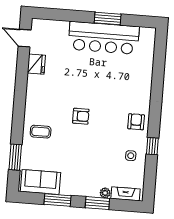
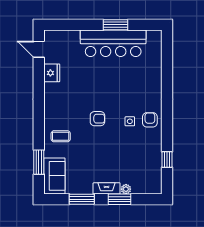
window: (152, 146) -> (167, 160), moved
side table: (131, 156) -> (130, 121), moved
sofa: (41, 182) -> (54, 176), moved, turned 90
fireplace: (126, 194) -> (107, 188), moved

